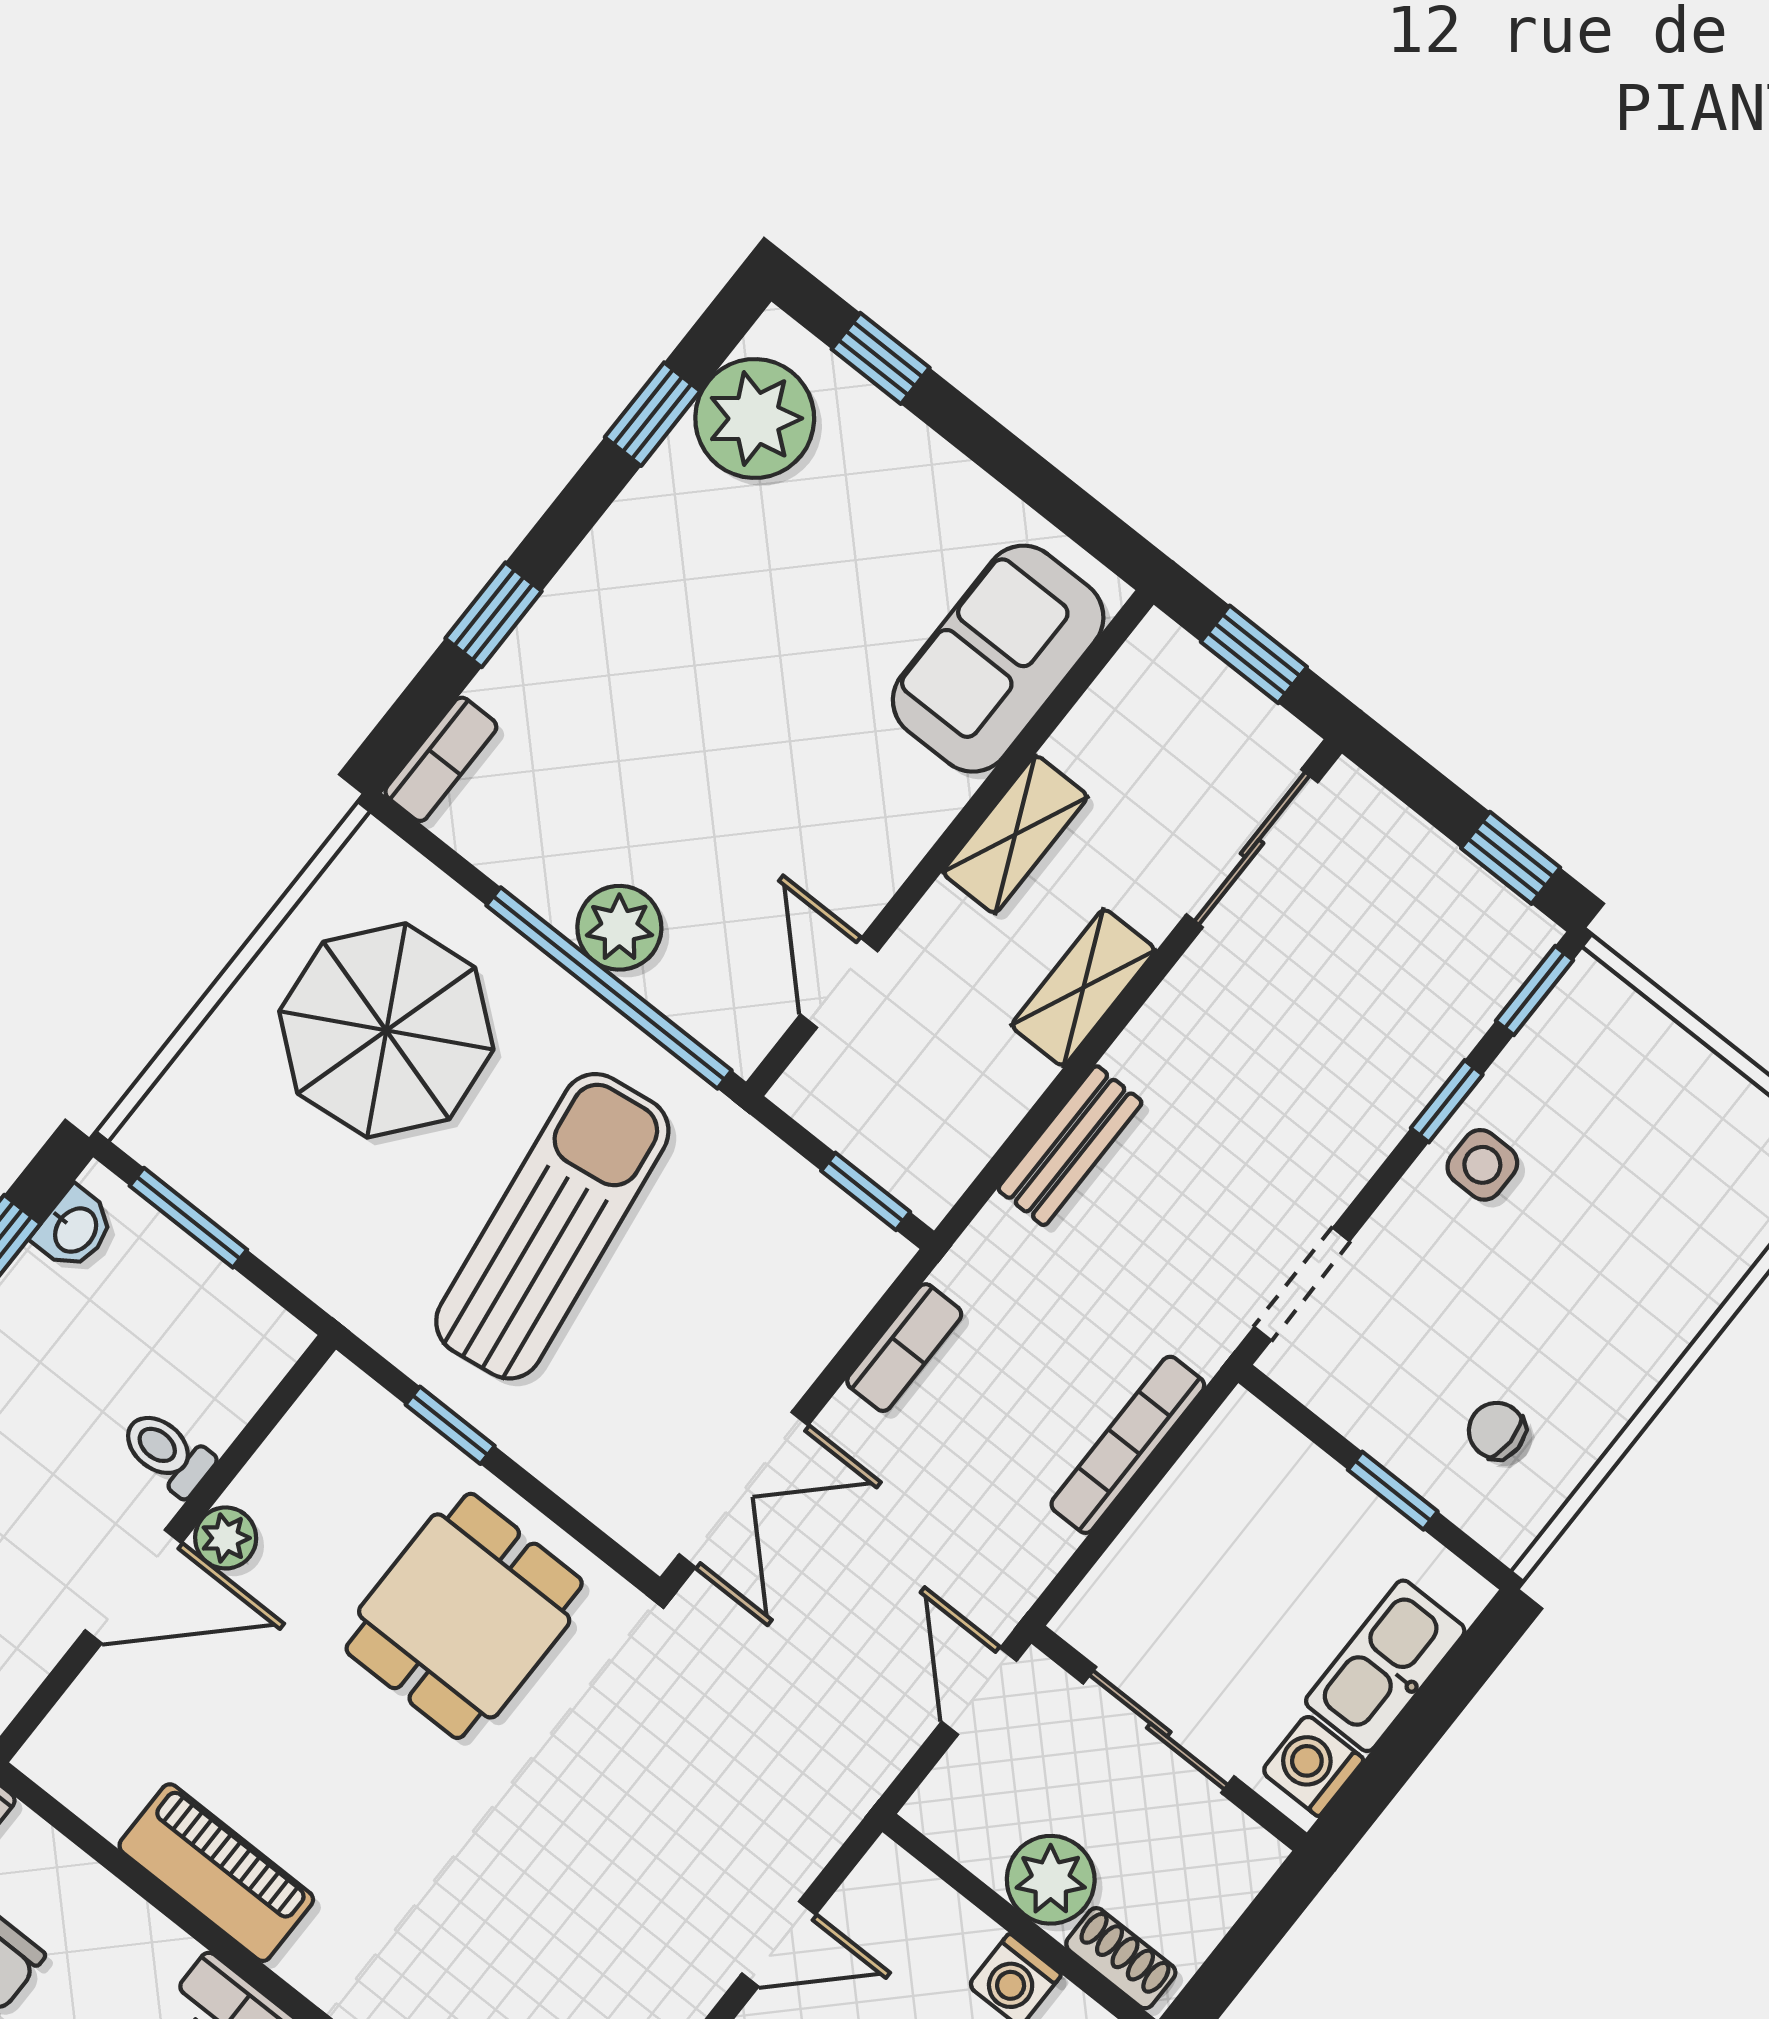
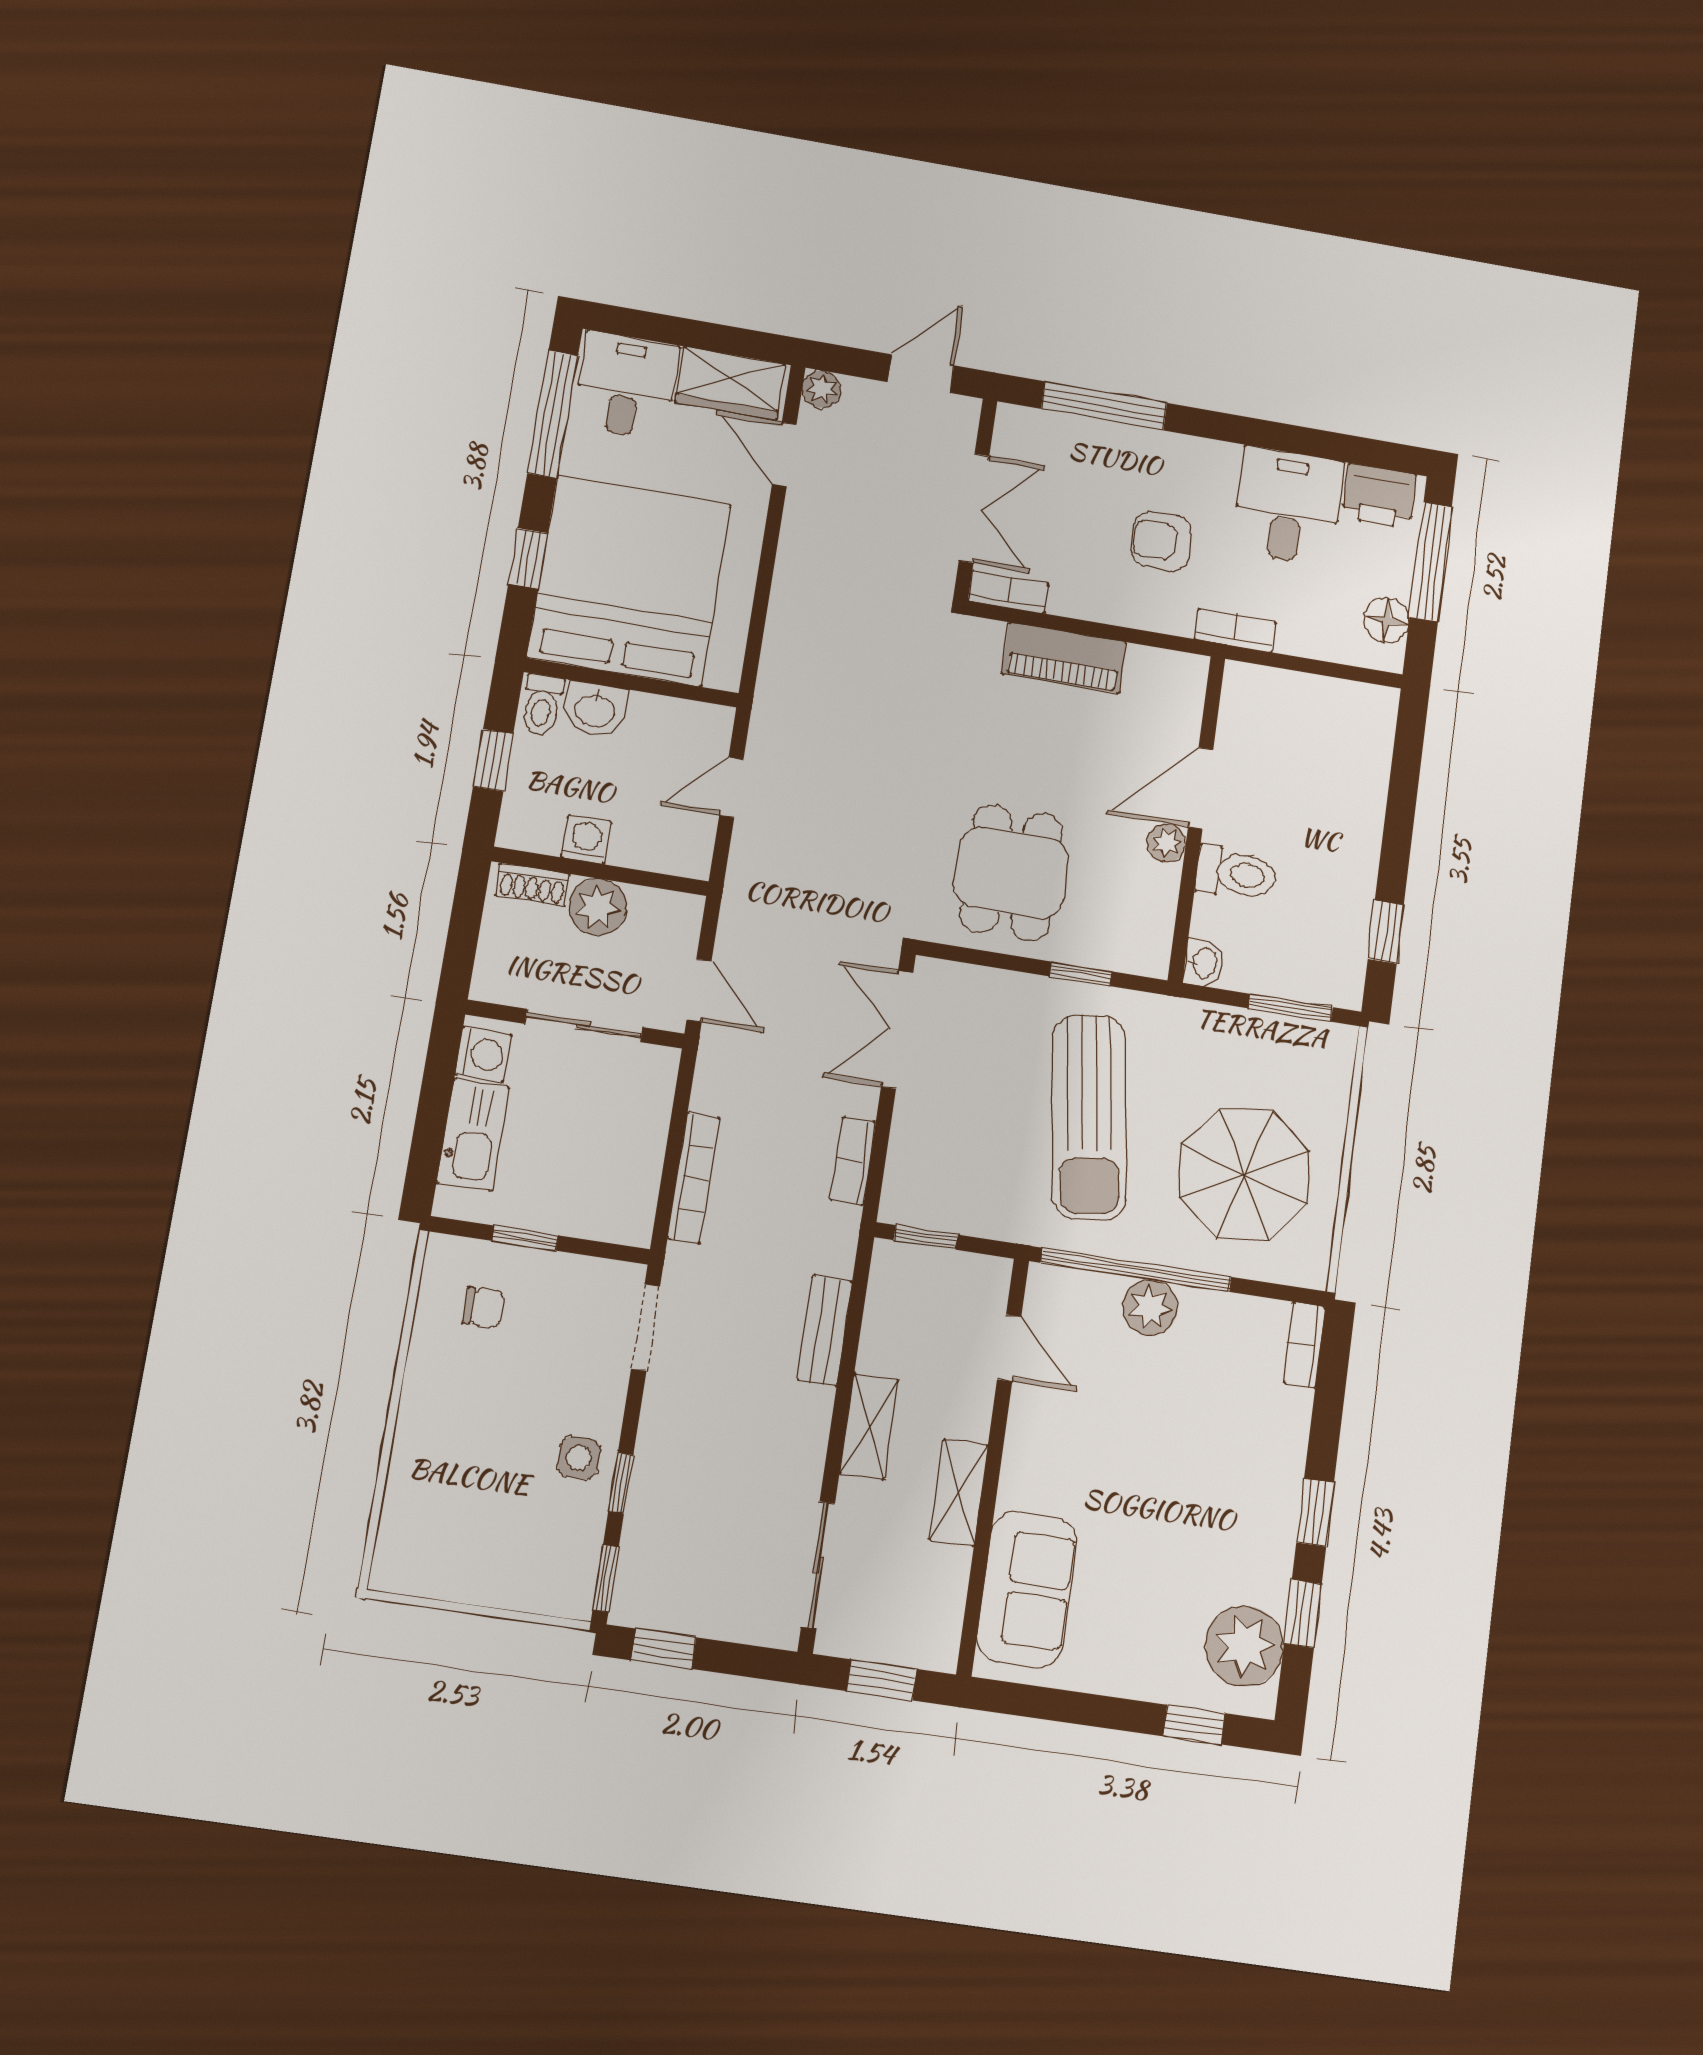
window: (494, 615) -> (1315, 1512), moved
washbasin: (74, 1229) -> (1204, 963), moved, turned 180
toilet: (167, 1453) -> (1236, 874), width x1.37, depth x1.39

